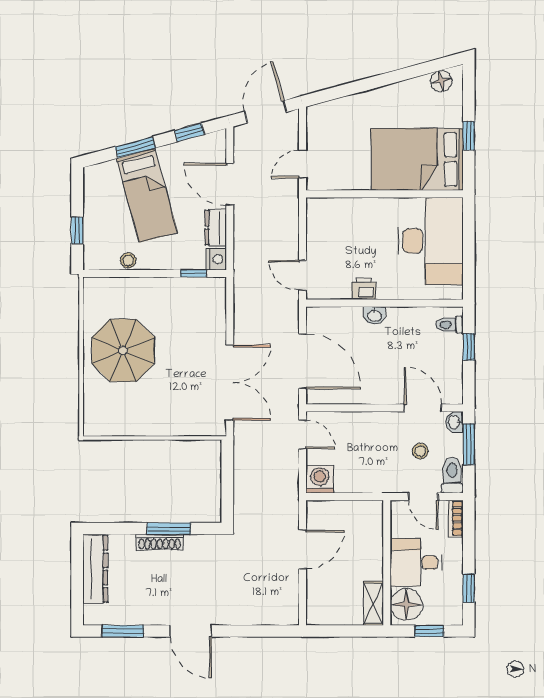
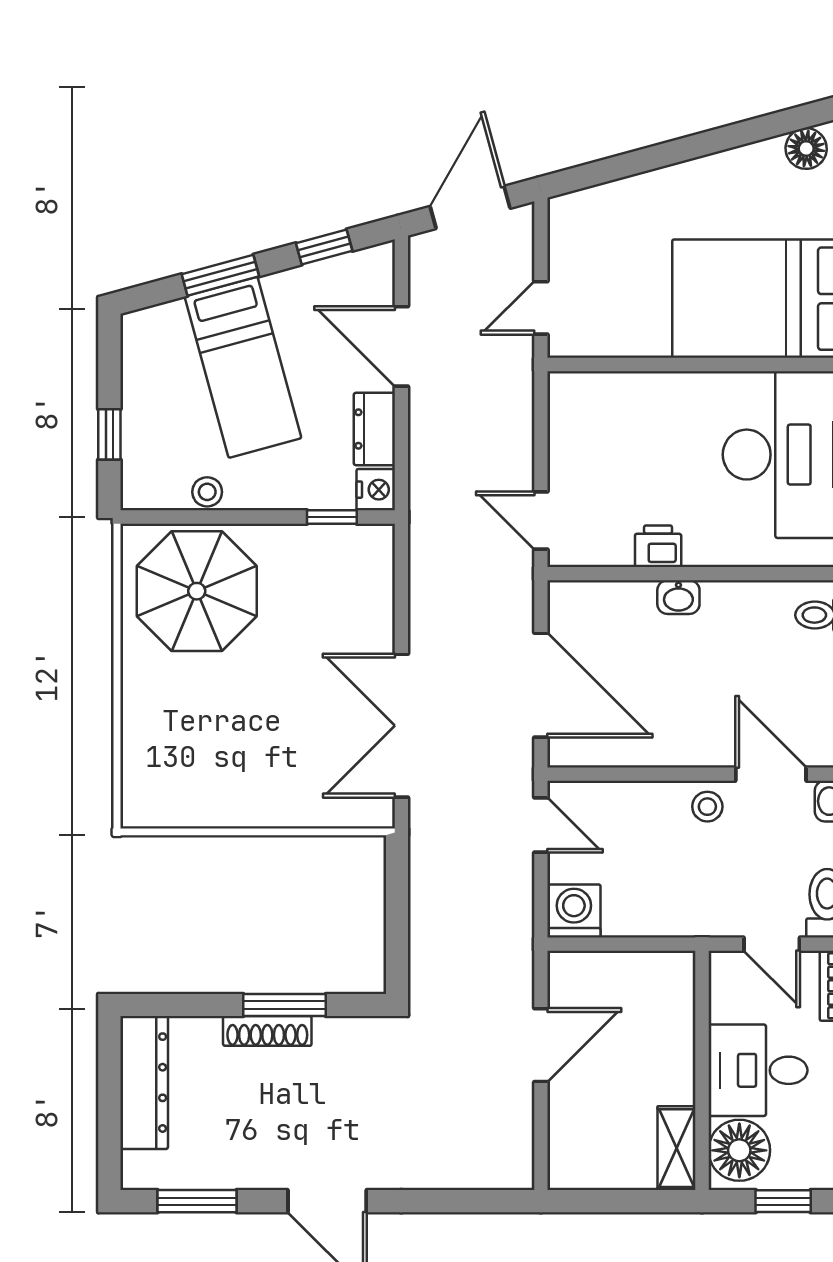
parasol: (123, 350) -> (197, 591), moved
double door: (230, 383) -> (401, 726), swing flipped
stool: (420, 451) -> (707, 807), moved

